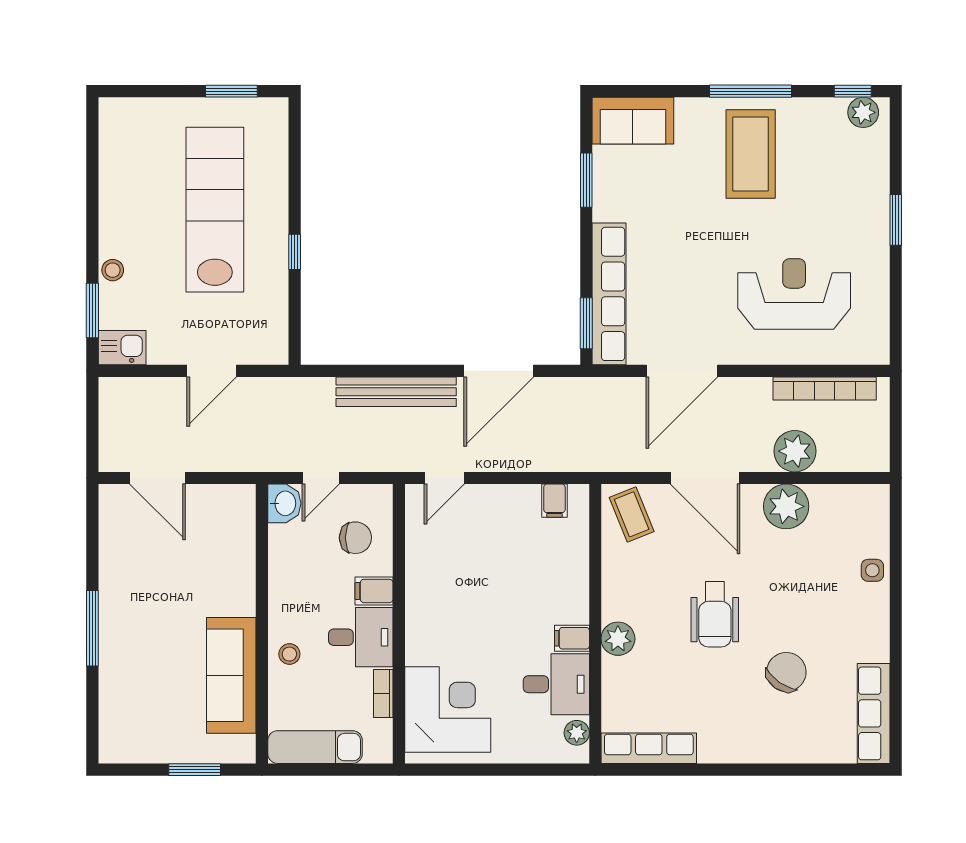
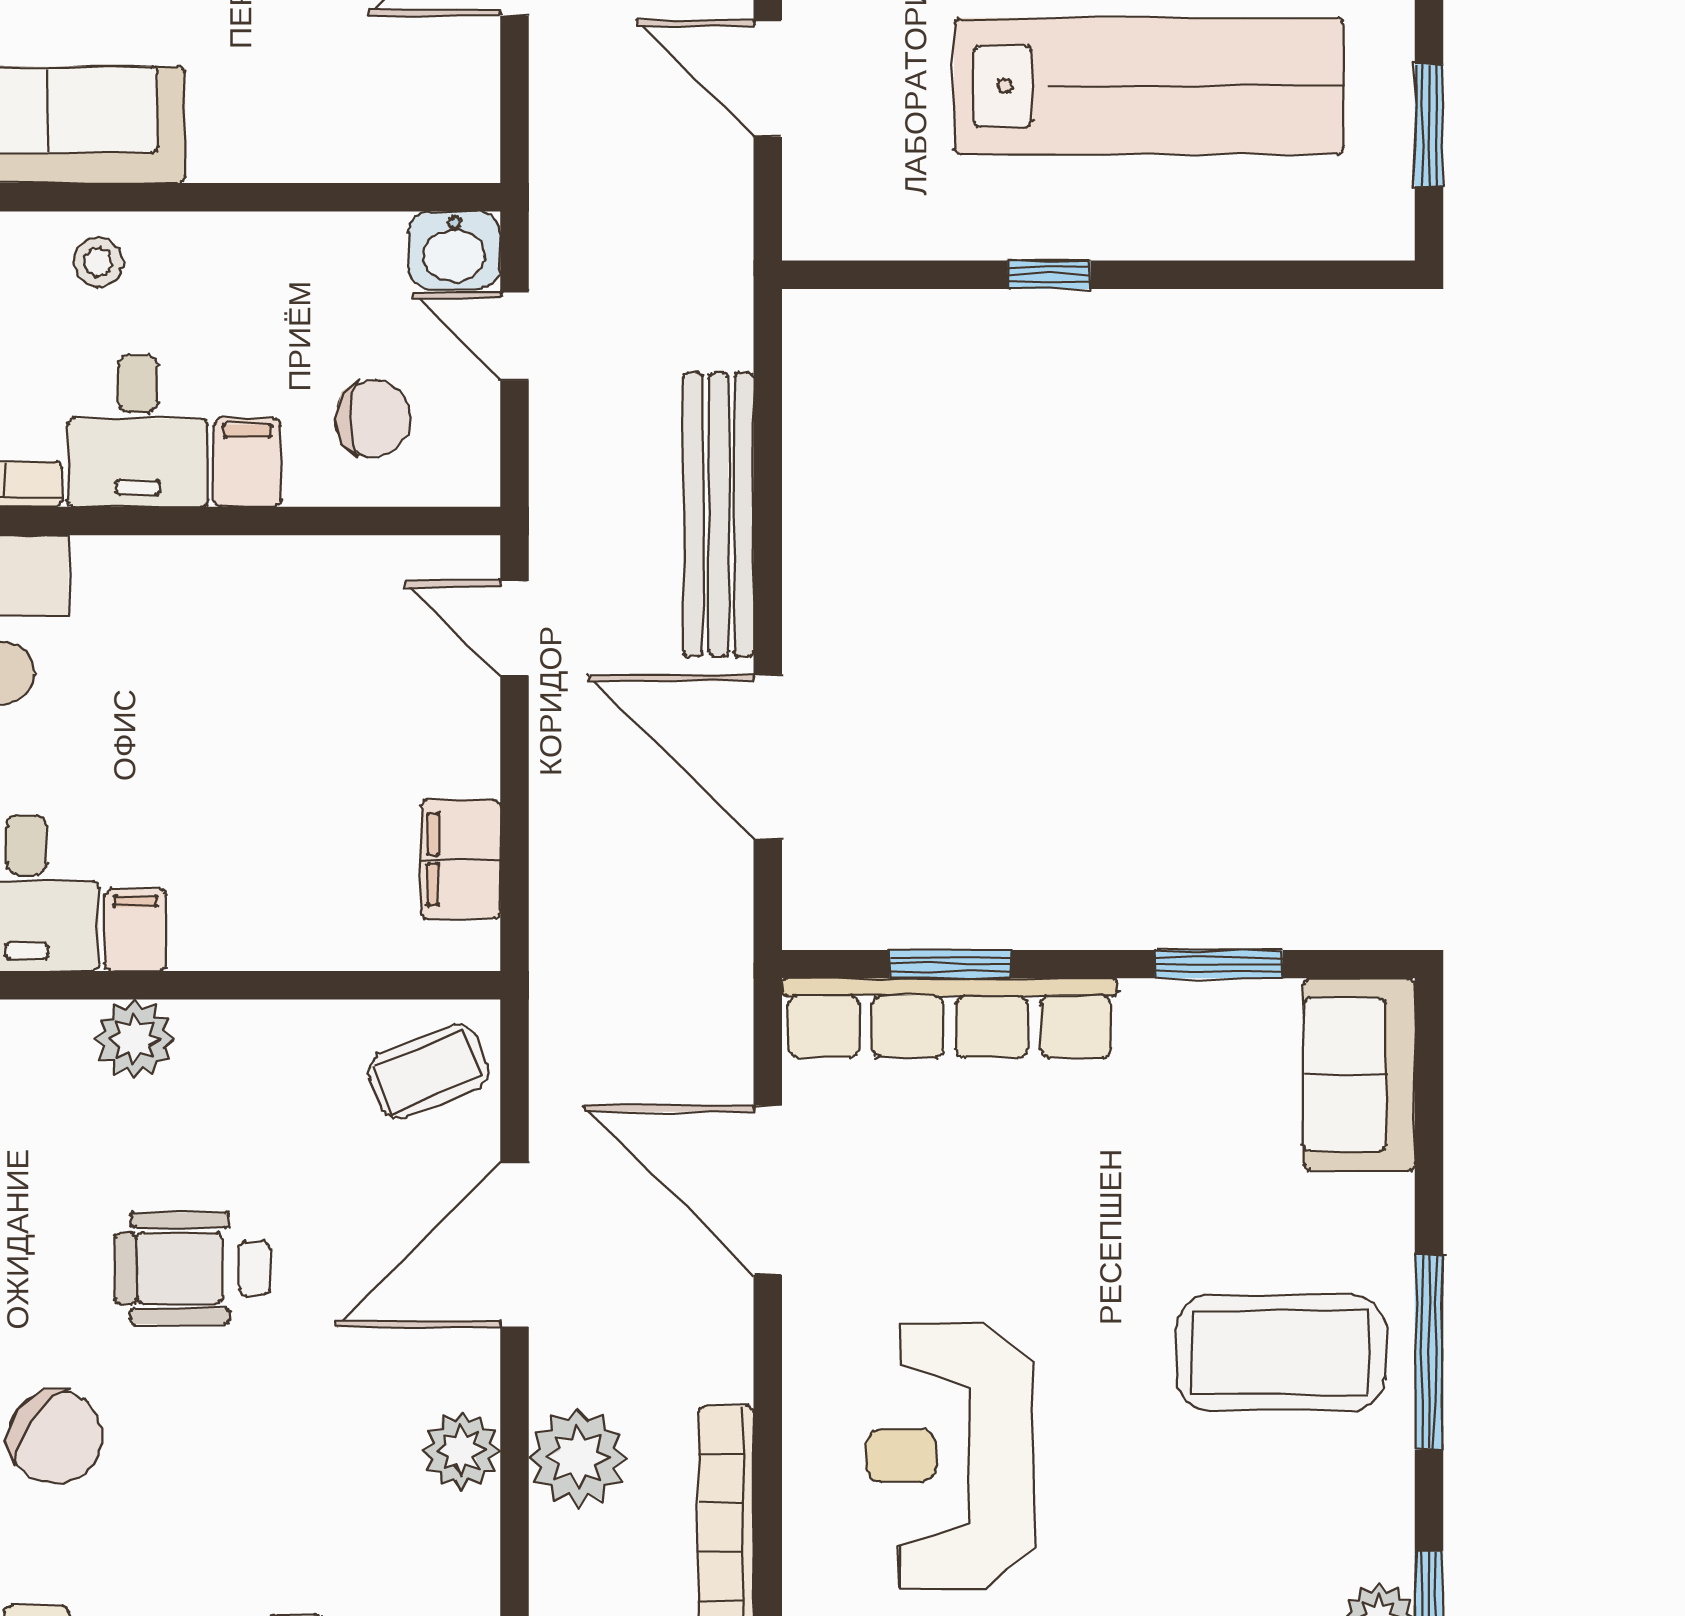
reception desk: (794, 294) -> (950, 1455), turned 180
window: (586, 323) -> (950, 964), moved
filing cabinet: (554, 501) -> (461, 859), width x2.00
plant: (786, 506) -> (461, 1451), width x0.73, depth x0.73
chair: (355, 538) -> (373, 418), turned -90

